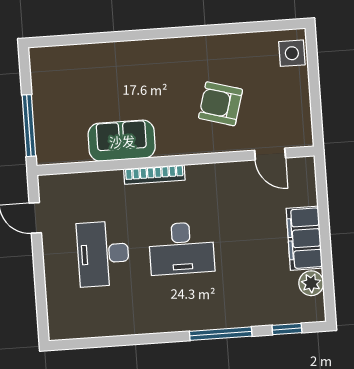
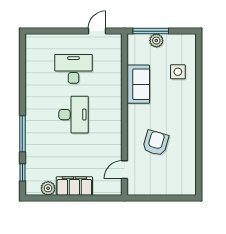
side table: (292, 53) -> (178, 72), moved
plant: (45, 115) -> (156, 41), added
bookcase: (154, 174) -> (117, 102), removed
desk: (182, 248) -> (74, 115), turned 180

